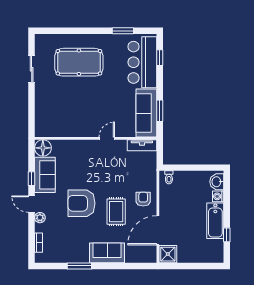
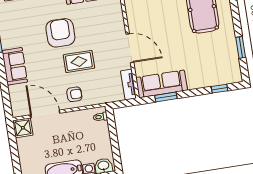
bar counter: (142, 62) -> (212, 72), removed
door: (107, 138) -> (130, 48), width x1.88
rug: (116, 212) -> (79, 61), moved

